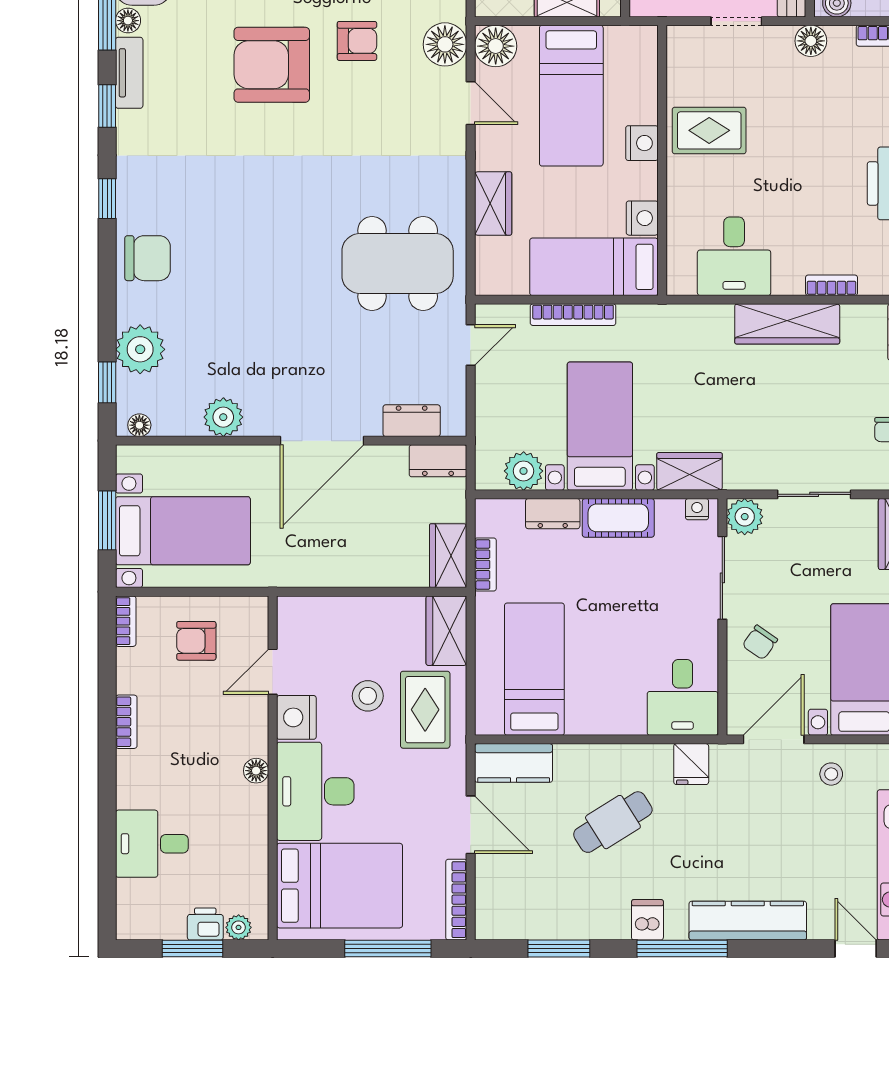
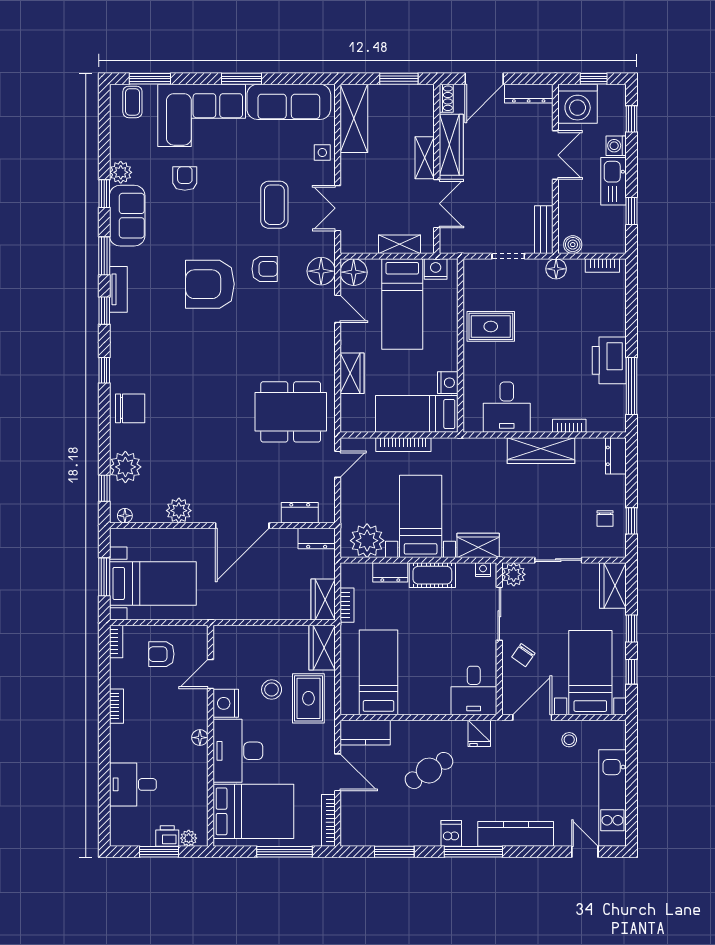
floor lamp: (128, 21) -> (118, 256), removed
nightstand: (642, 143) -> (436, 269), moved, turned -90
plant: (524, 471) -> (367, 541), width x1.36, depth x1.36

